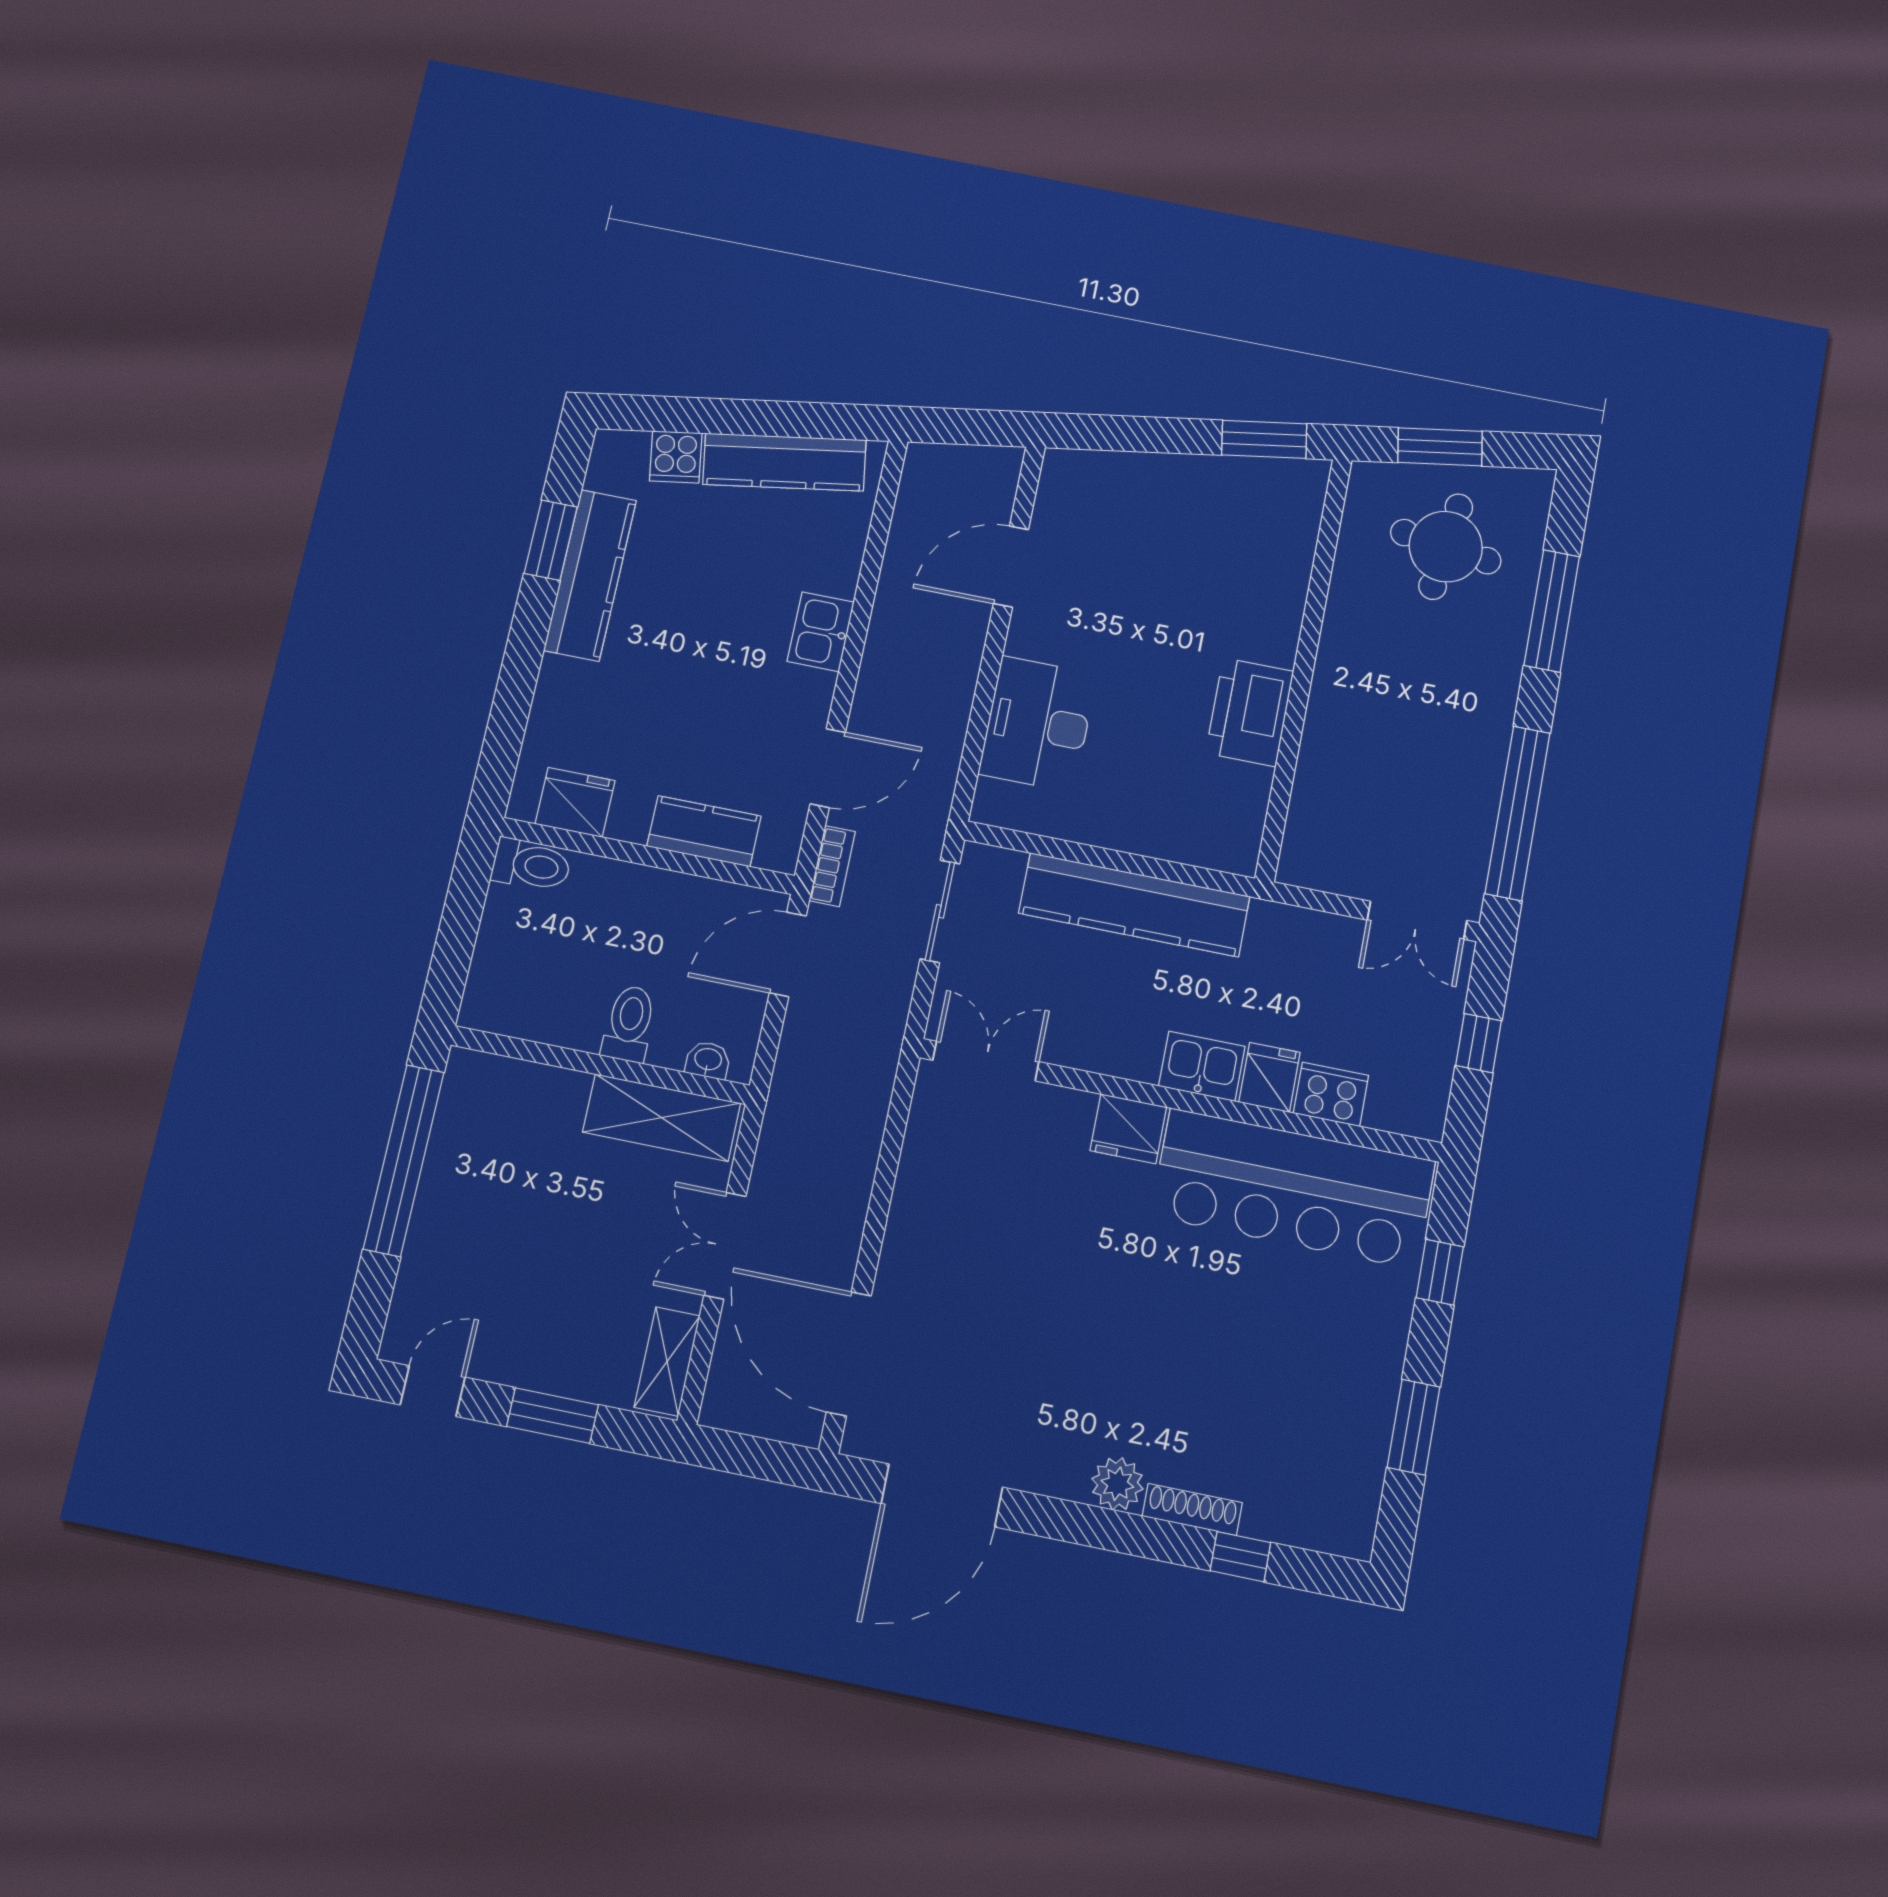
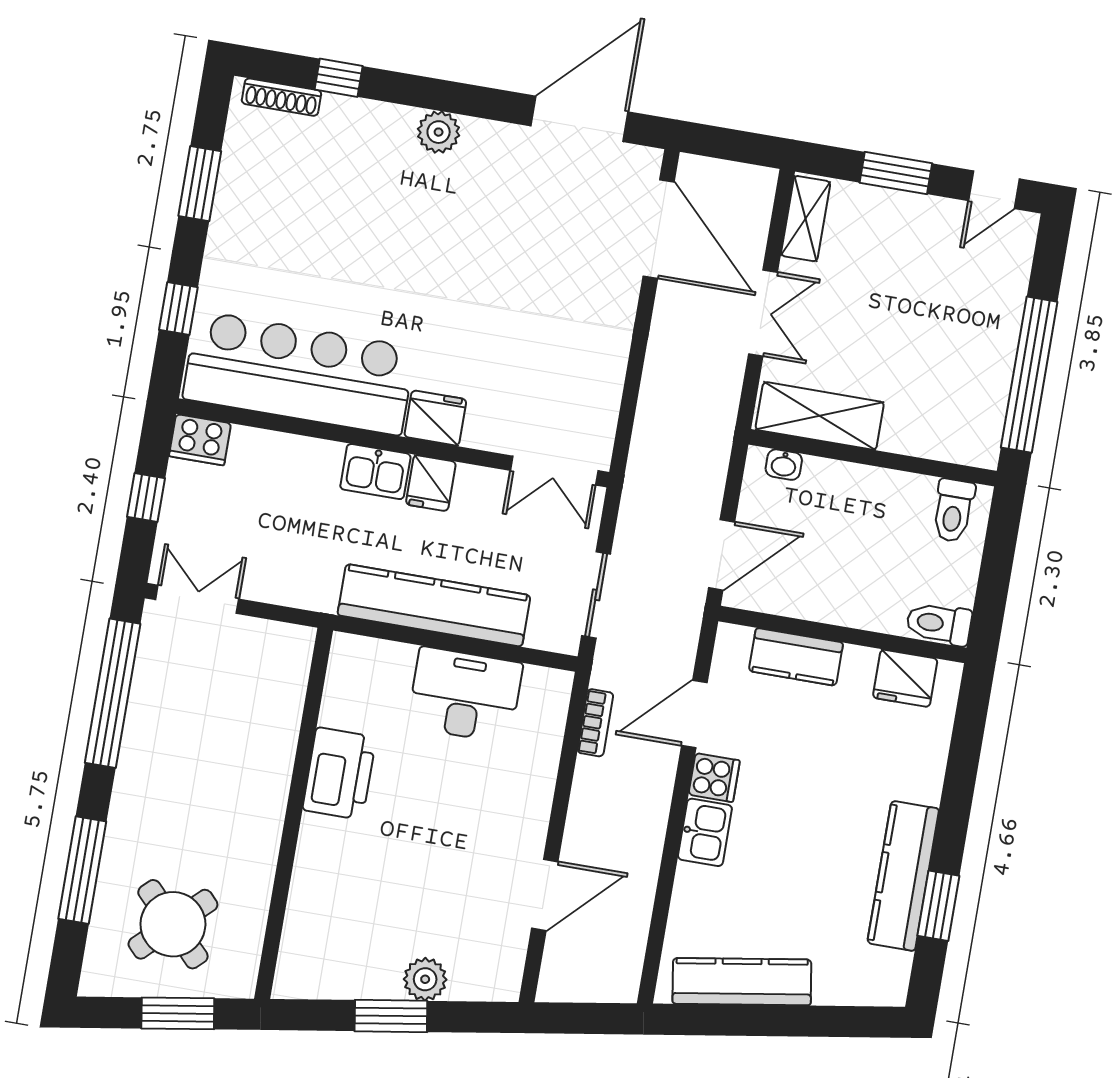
window: (1264, 439) -> (391, 1016), moved
cooker: (676, 457) -> (714, 778), moved, turned 99
plant: (1153, 476) -> (425, 979), added
round table: (1446, 547) -> (173, 924), turned 38
desk: (1038, 724) -> (465, 695), moved, turned -90
bookcase: (832, 866) -> (595, 723), moved, turned 180
toilet: (629, 1024) -> (953, 510), moved
fridge: (1270, 1077) -> (431, 483), moved
cooker: (1331, 1094) -> (200, 440), moved
shoe rack: (1192, 1509) -> (281, 97), moved

